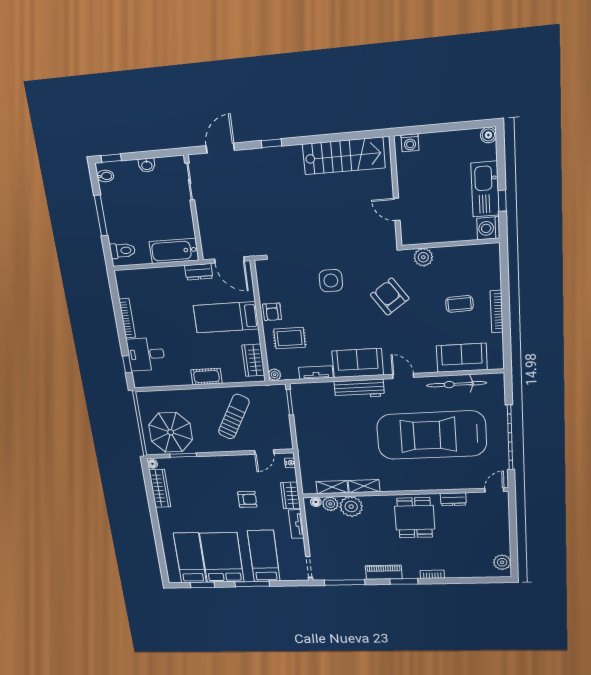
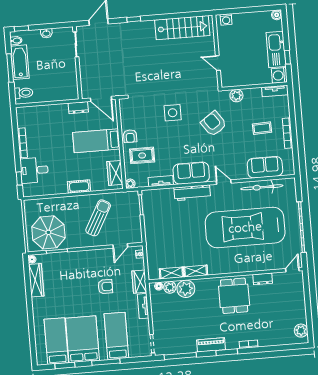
bathtub: (174, 251) -> (20, 62), moved, turned 90
tv unit: (481, 251) -> (275, 91), added

